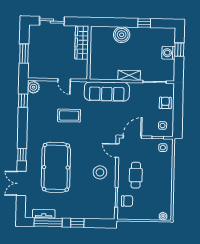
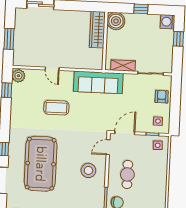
wardrobe: (82, 43) -> (97, 30), moved
wall: (89, 53) -> (105, 41), moved
washing machine: (169, 53) -> (168, 22), moved
door: (117, 151) -> (108, 147), hinge flipped

